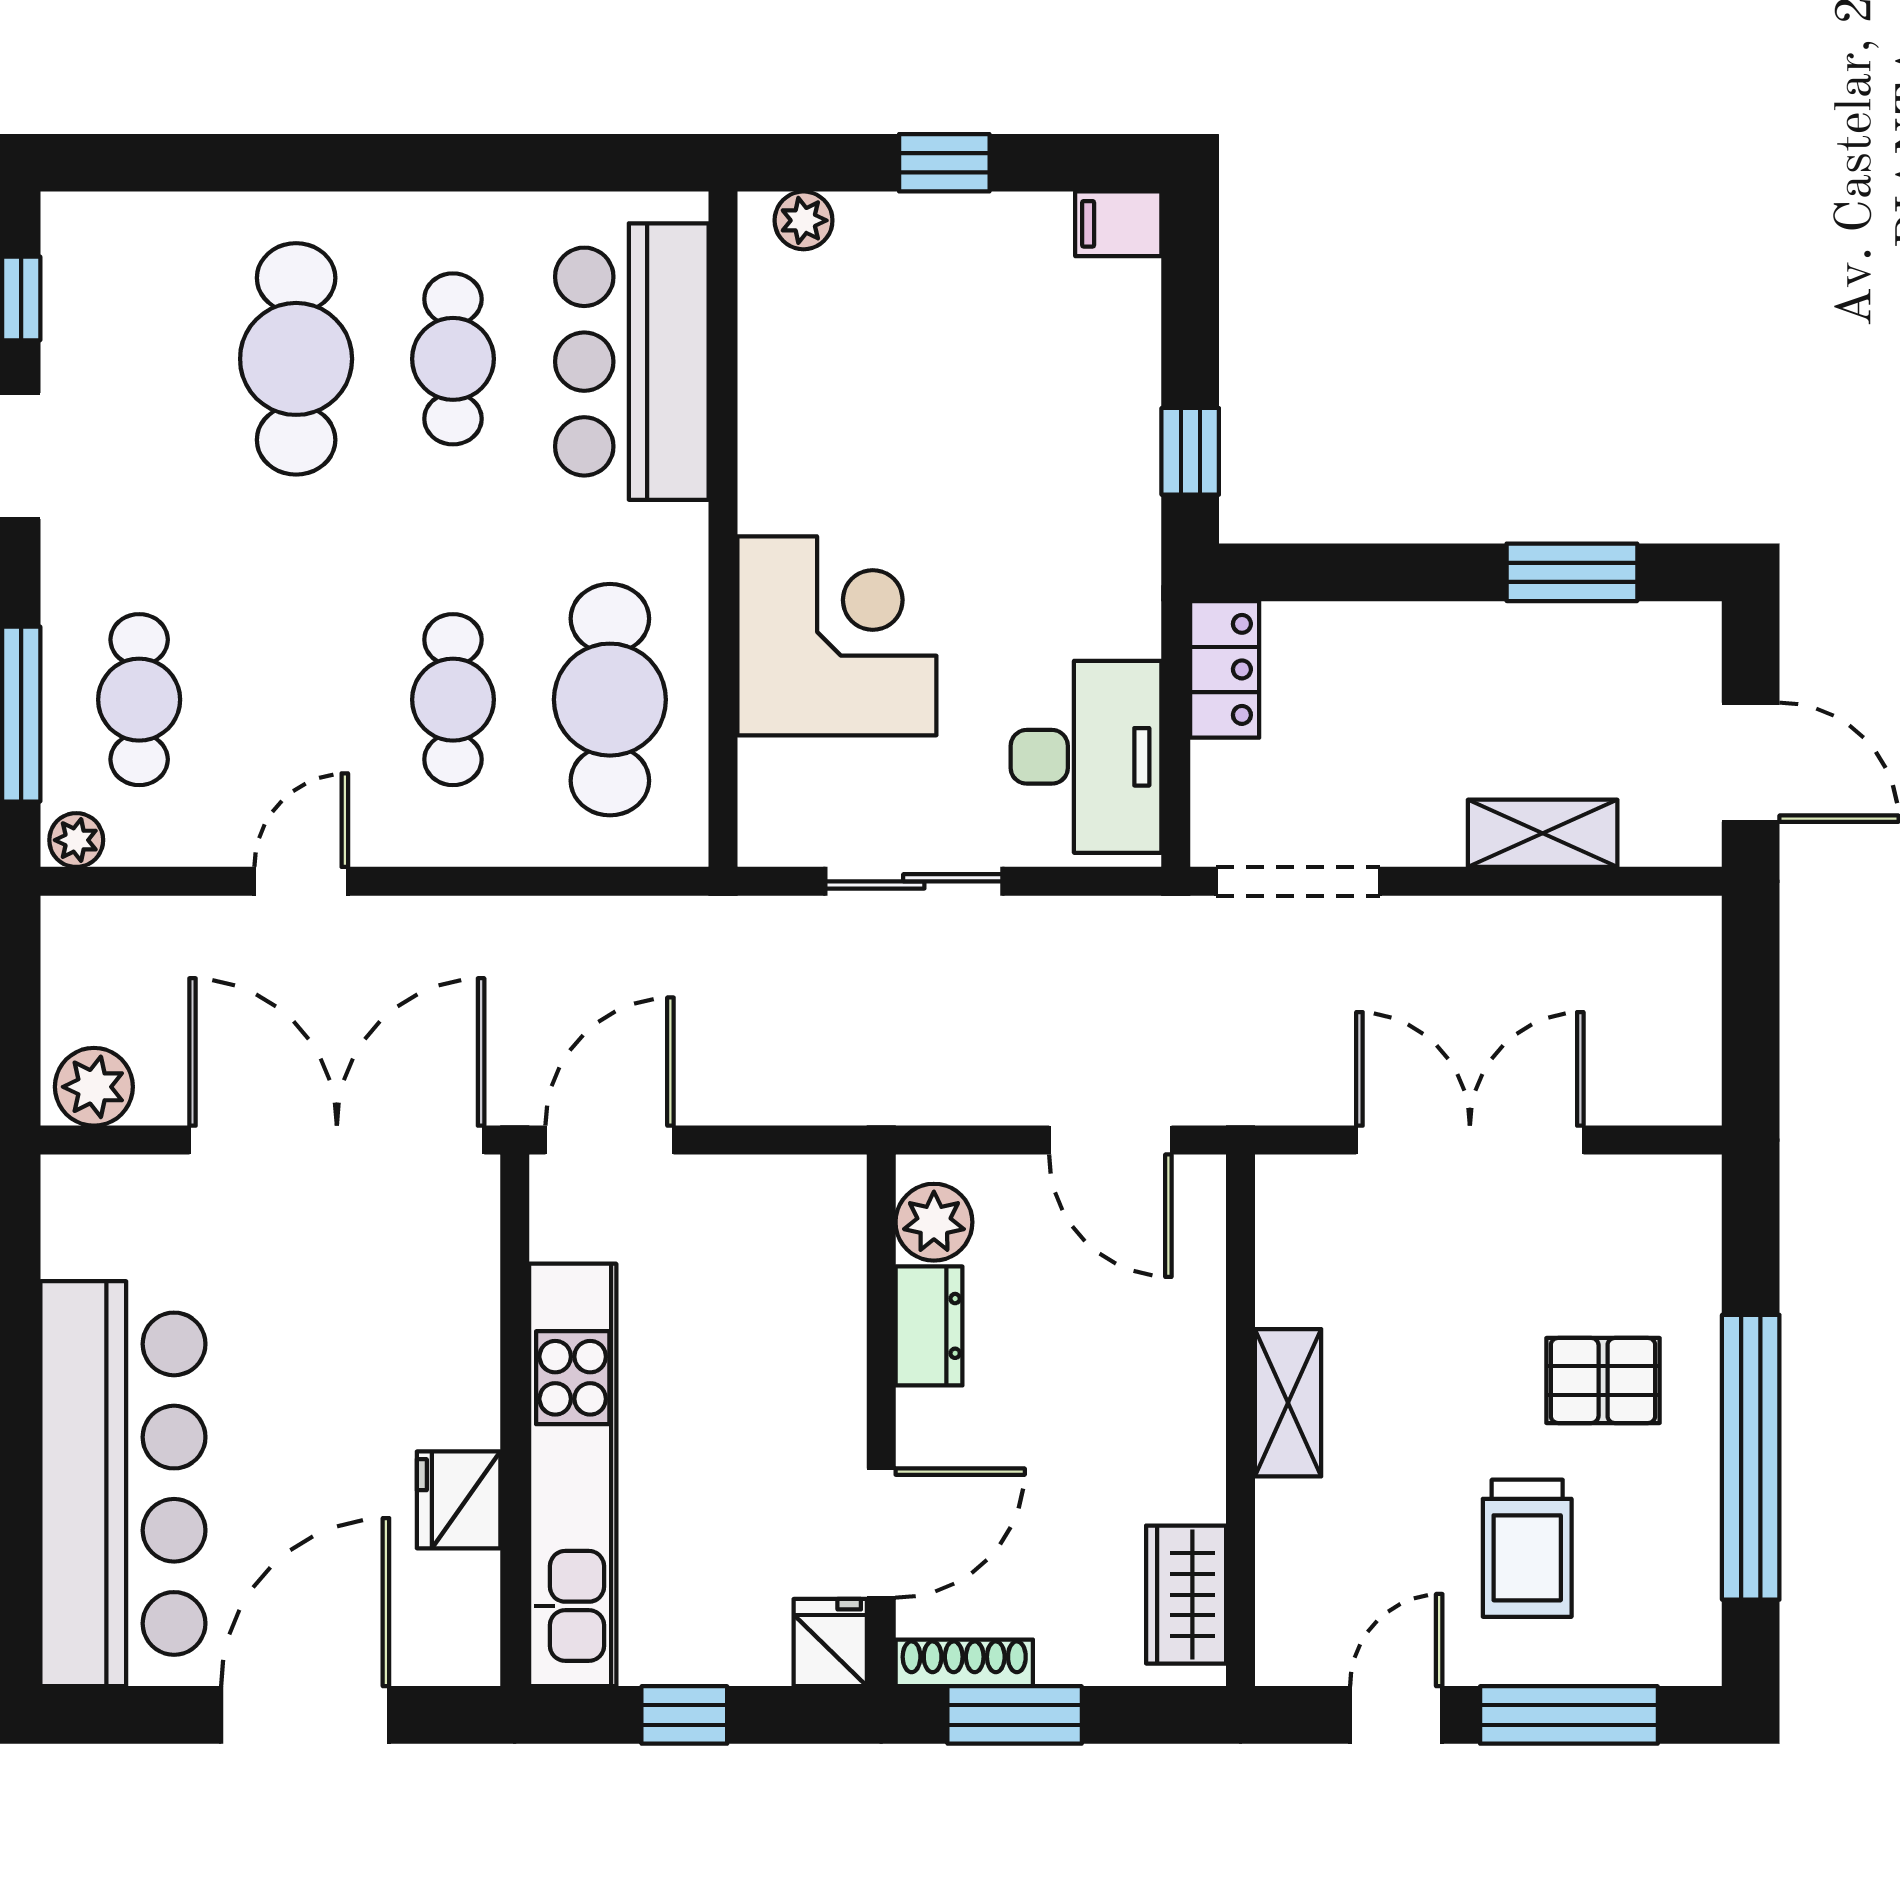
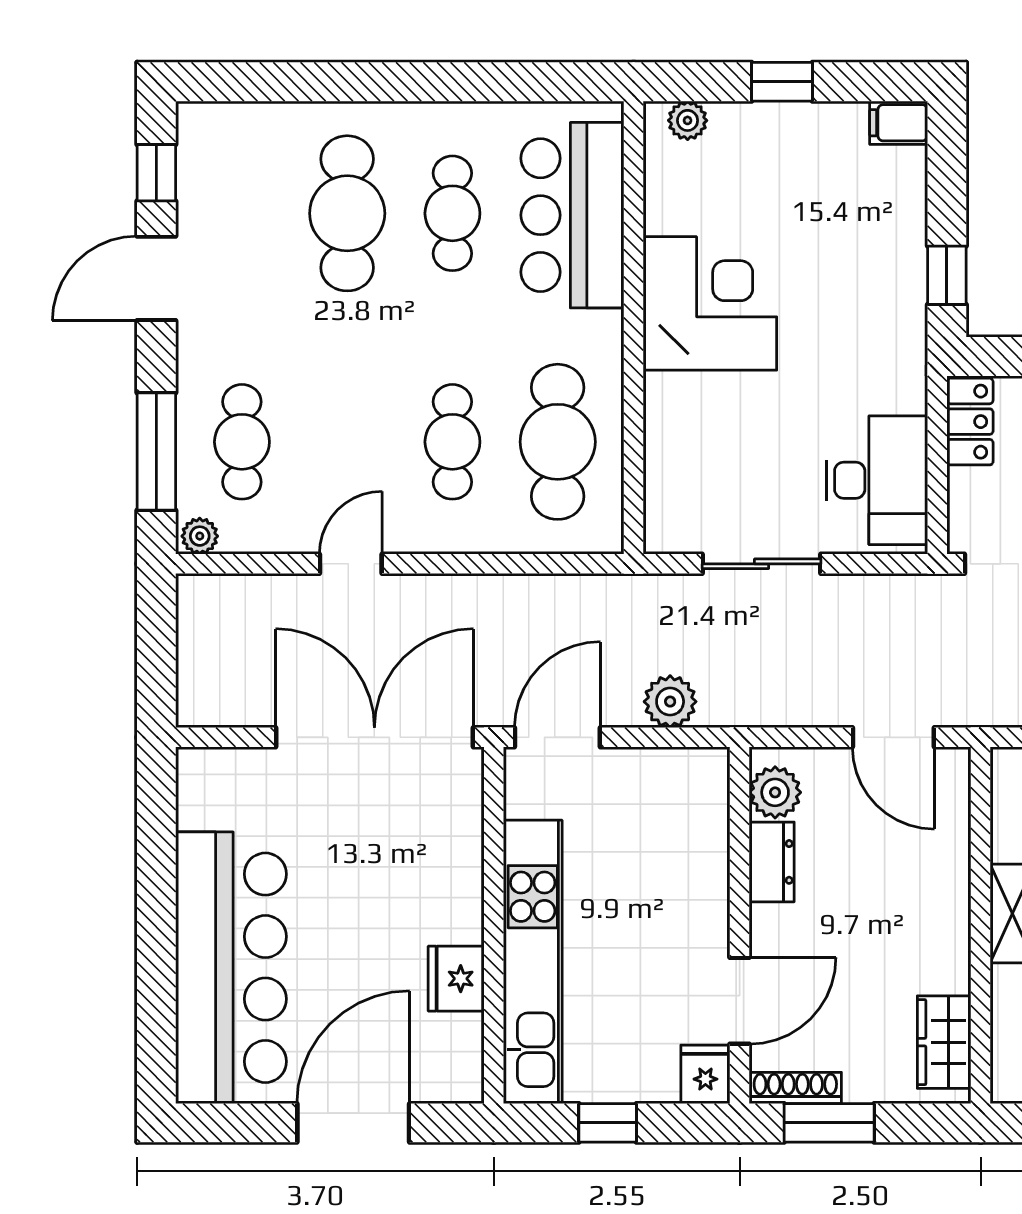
corner desk: (837, 636) -> (710, 303), moved
plant: (94, 1087) -> (670, 702), moved

